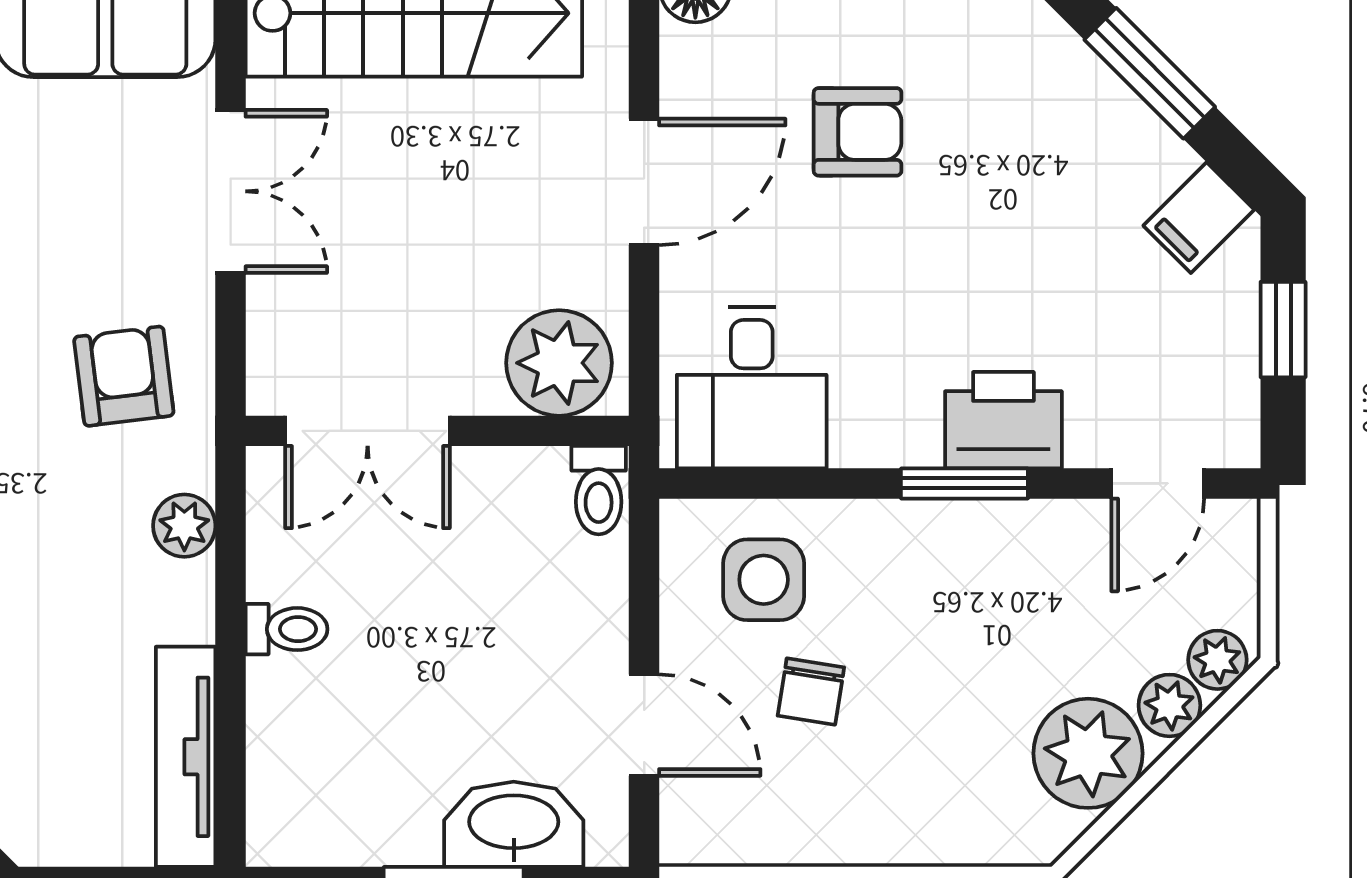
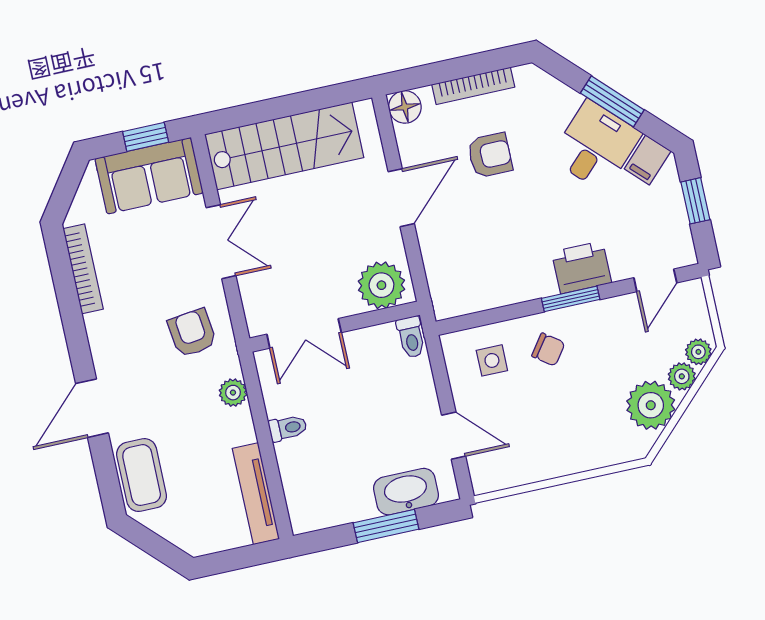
desk: (752, 388) -> (596, 146), moved, turned -135
side table: (764, 580) -> (492, 360), width x0.73, depth x0.73
chair: (811, 691) -> (548, 350), moved, turned -63

